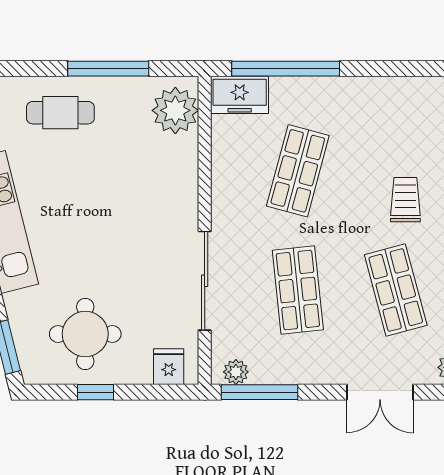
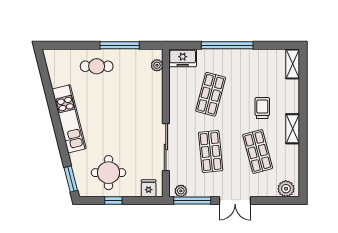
window: (286, 69) -> (227, 45), moved
plant: (175, 110) -> (157, 65), width x0.53, depth x0.53
double door: (380, 392) -> (235, 201), moved

